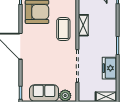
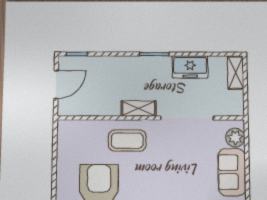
shelving: (83, 25) -> (139, 109), moved

